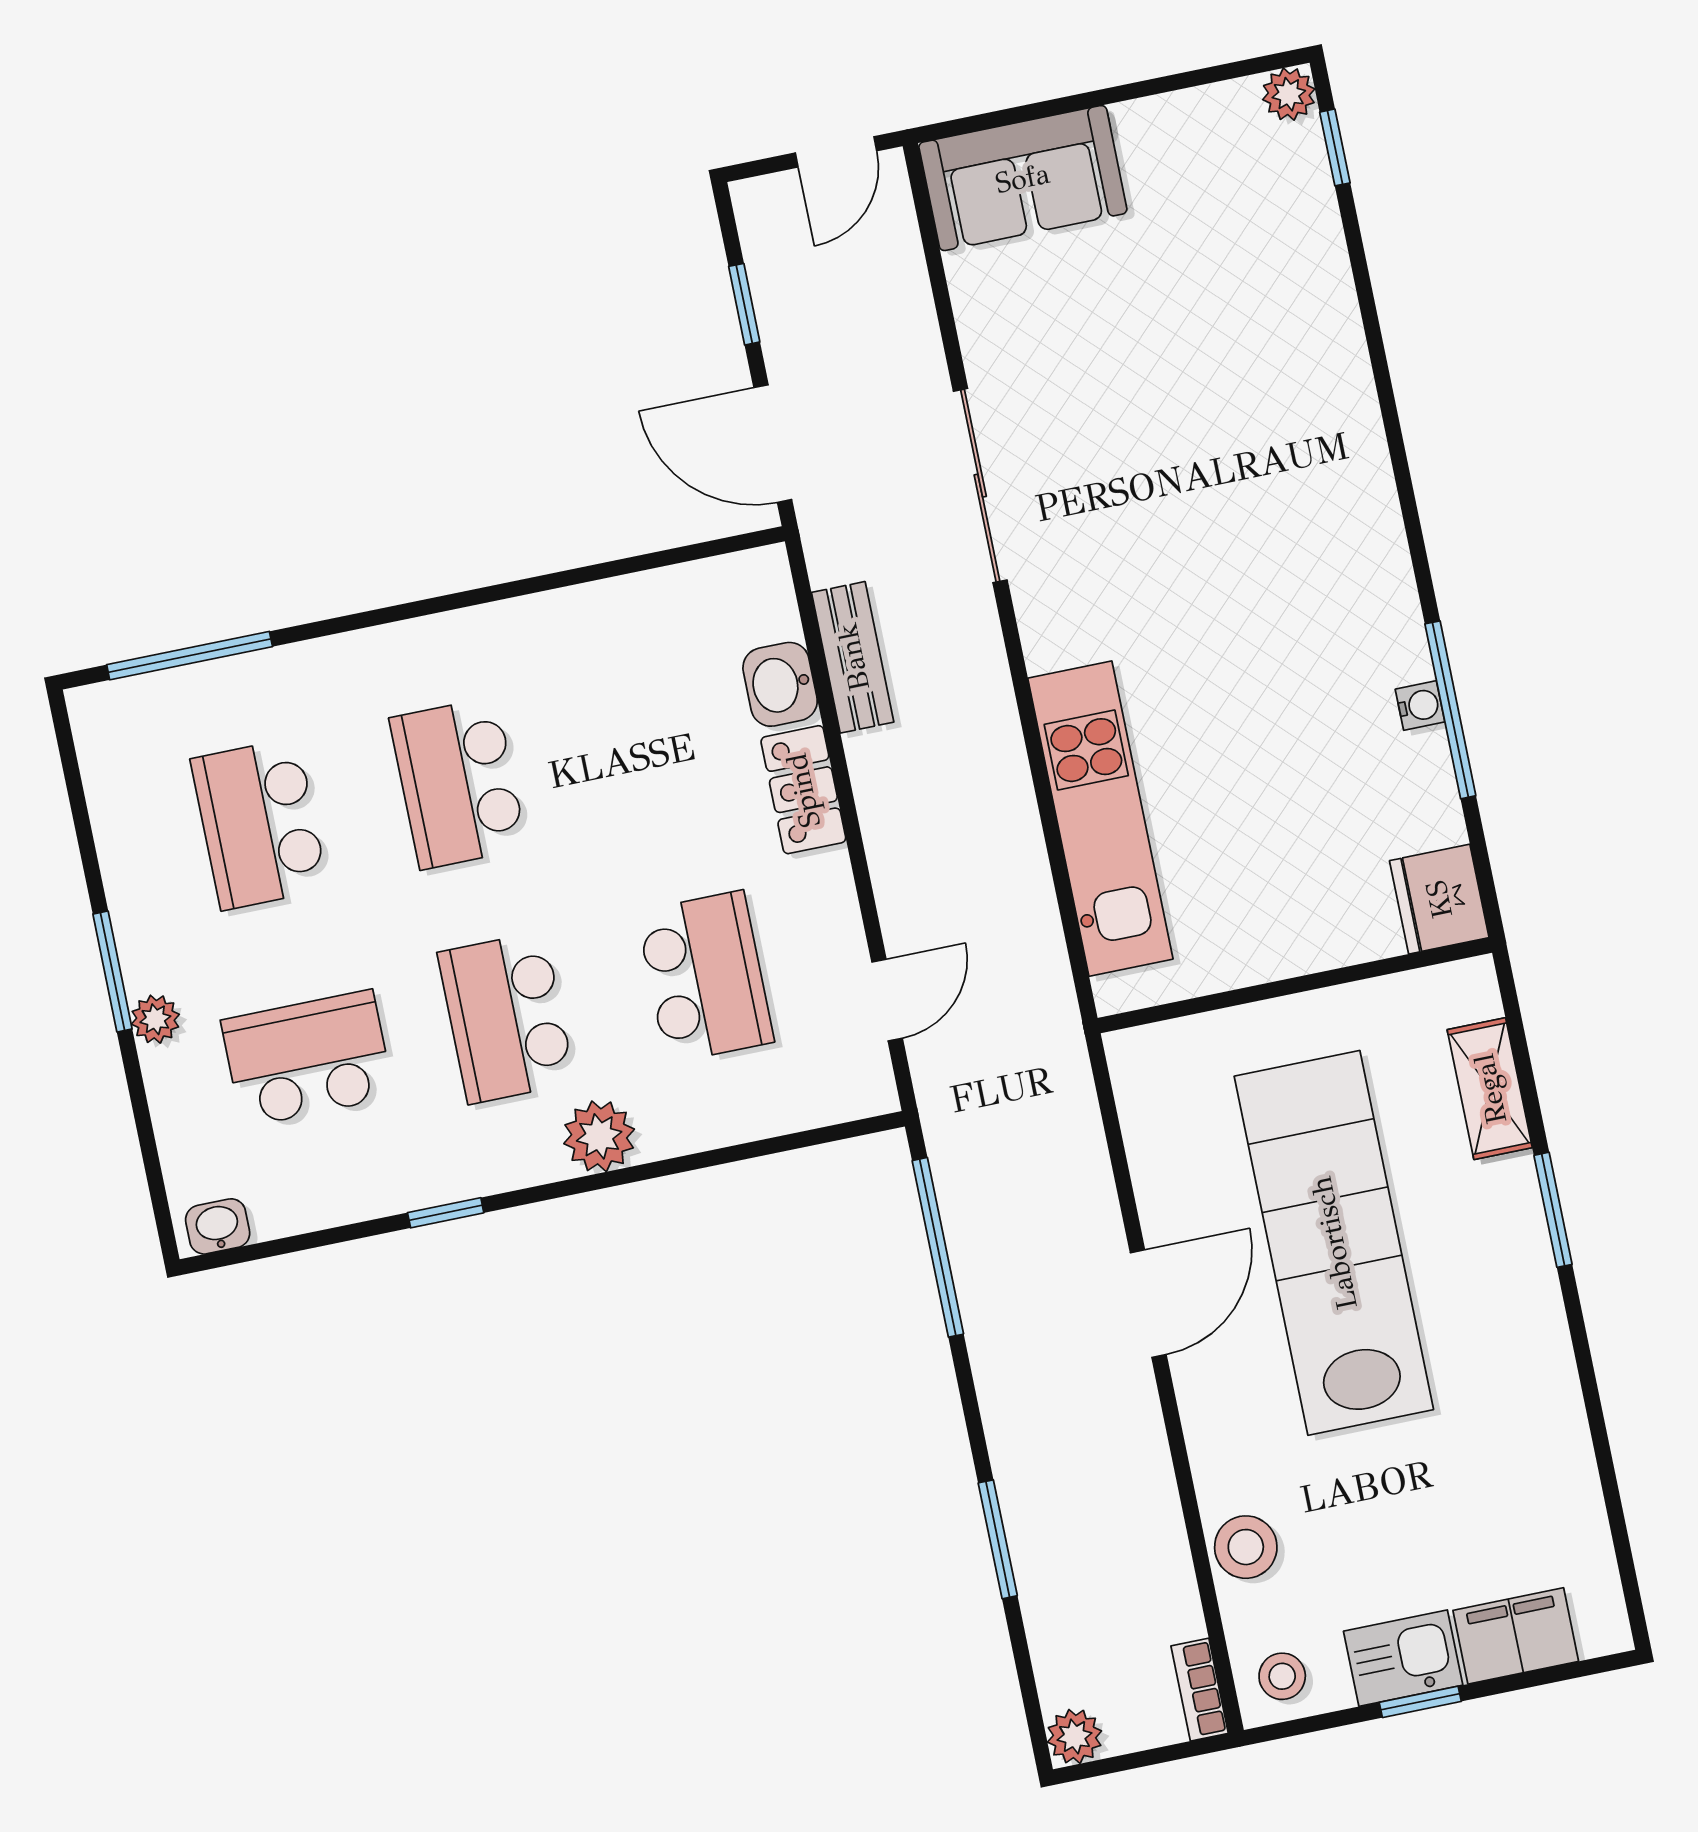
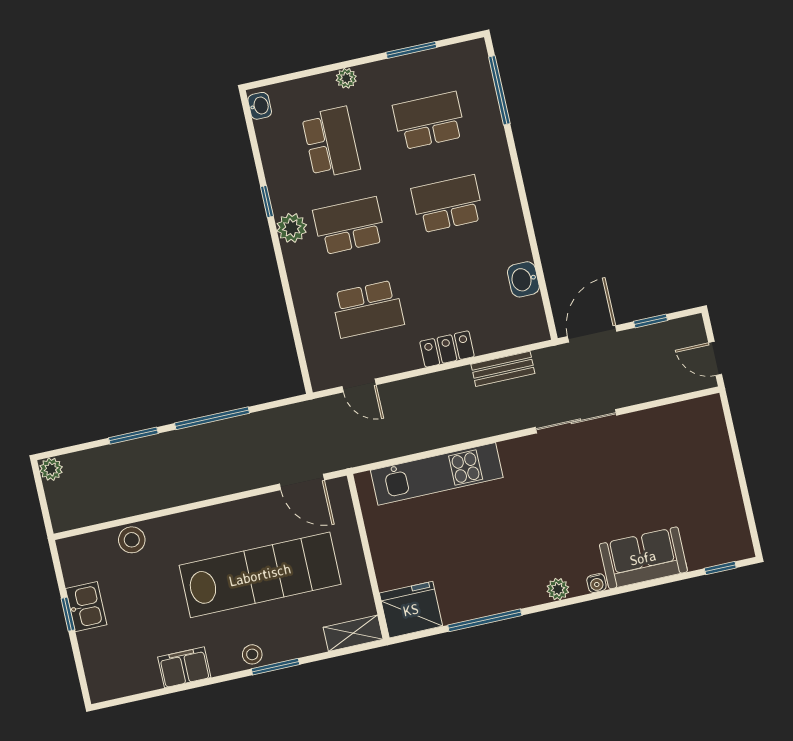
plant: (1289, 94) -> (558, 589), moved
sofa: (1023, 178) -> (643, 558), moved, turned 90
washbasin: (780, 684) -> (523, 279), moved, turned -90
water cooler: (1420, 706) -> (596, 583), moved
fridge: (1439, 899) -> (411, 610), width x1.36, depth x1.34
window: (112, 972) -> (411, 50), moved
shelving: (1490, 1089) -> (353, 633), moved
plant: (599, 1136) -> (292, 228), moved
window: (938, 1247) -> (212, 418), moved
door: (1148, 1304) -> (302, 482), moved
filing cabinet: (1516, 1636) -> (184, 667), moved, turned -90
stool: (1282, 1676) -> (252, 654), moved
bookcase: (1200, 1690) -> (72, 521), removed

